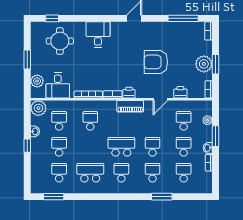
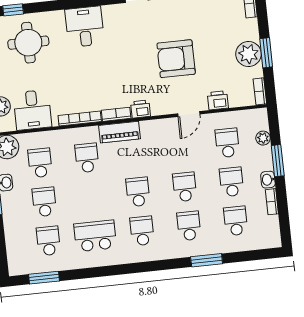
piano: (130, 106) -> (120, 132), moved
school desk: (121, 147) -> (138, 192), width x0.54

